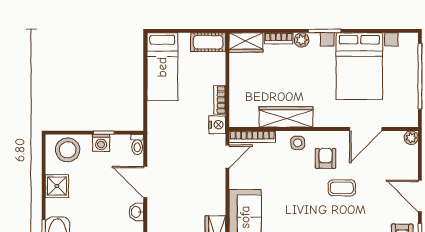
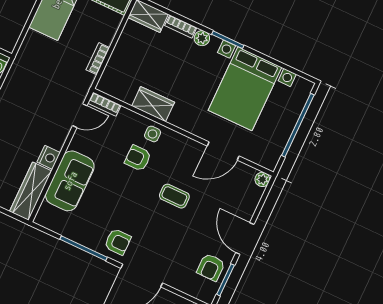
wardrobe: (286, 117) -> (153, 104), width x0.67
nightstand: (217, 125) -> (49, 157), moved
bookcase: (252, 137) -> (104, 104), width x0.64
armchair: (326, 158) -> (138, 158), moved, turned -90

